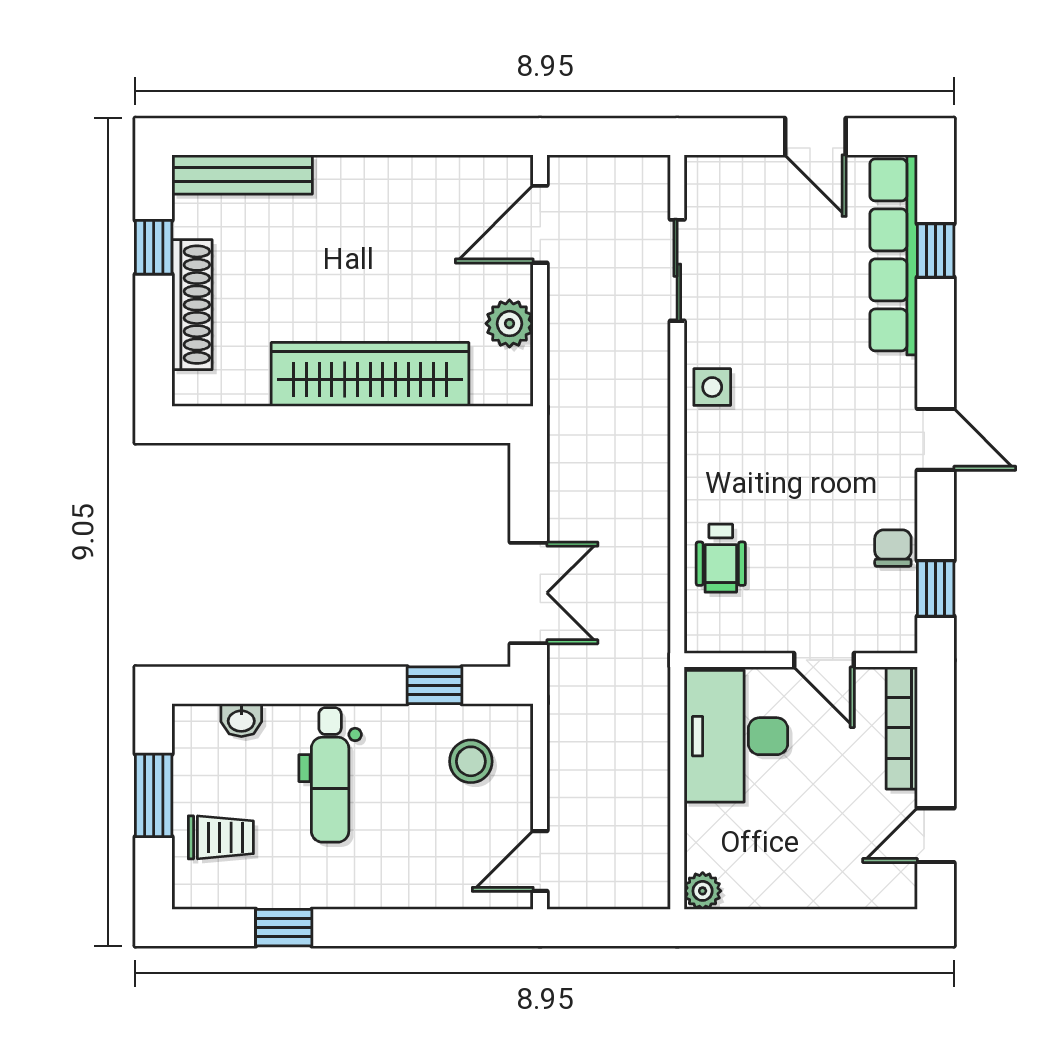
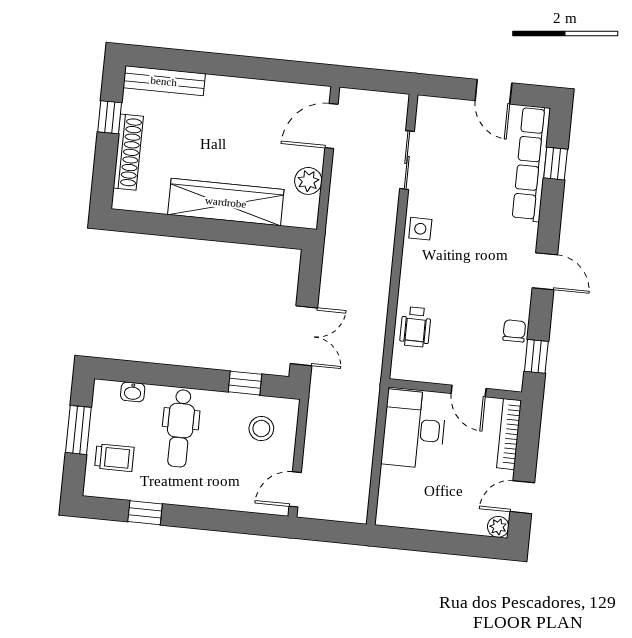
plant: (703, 891) -> (498, 527), moved

